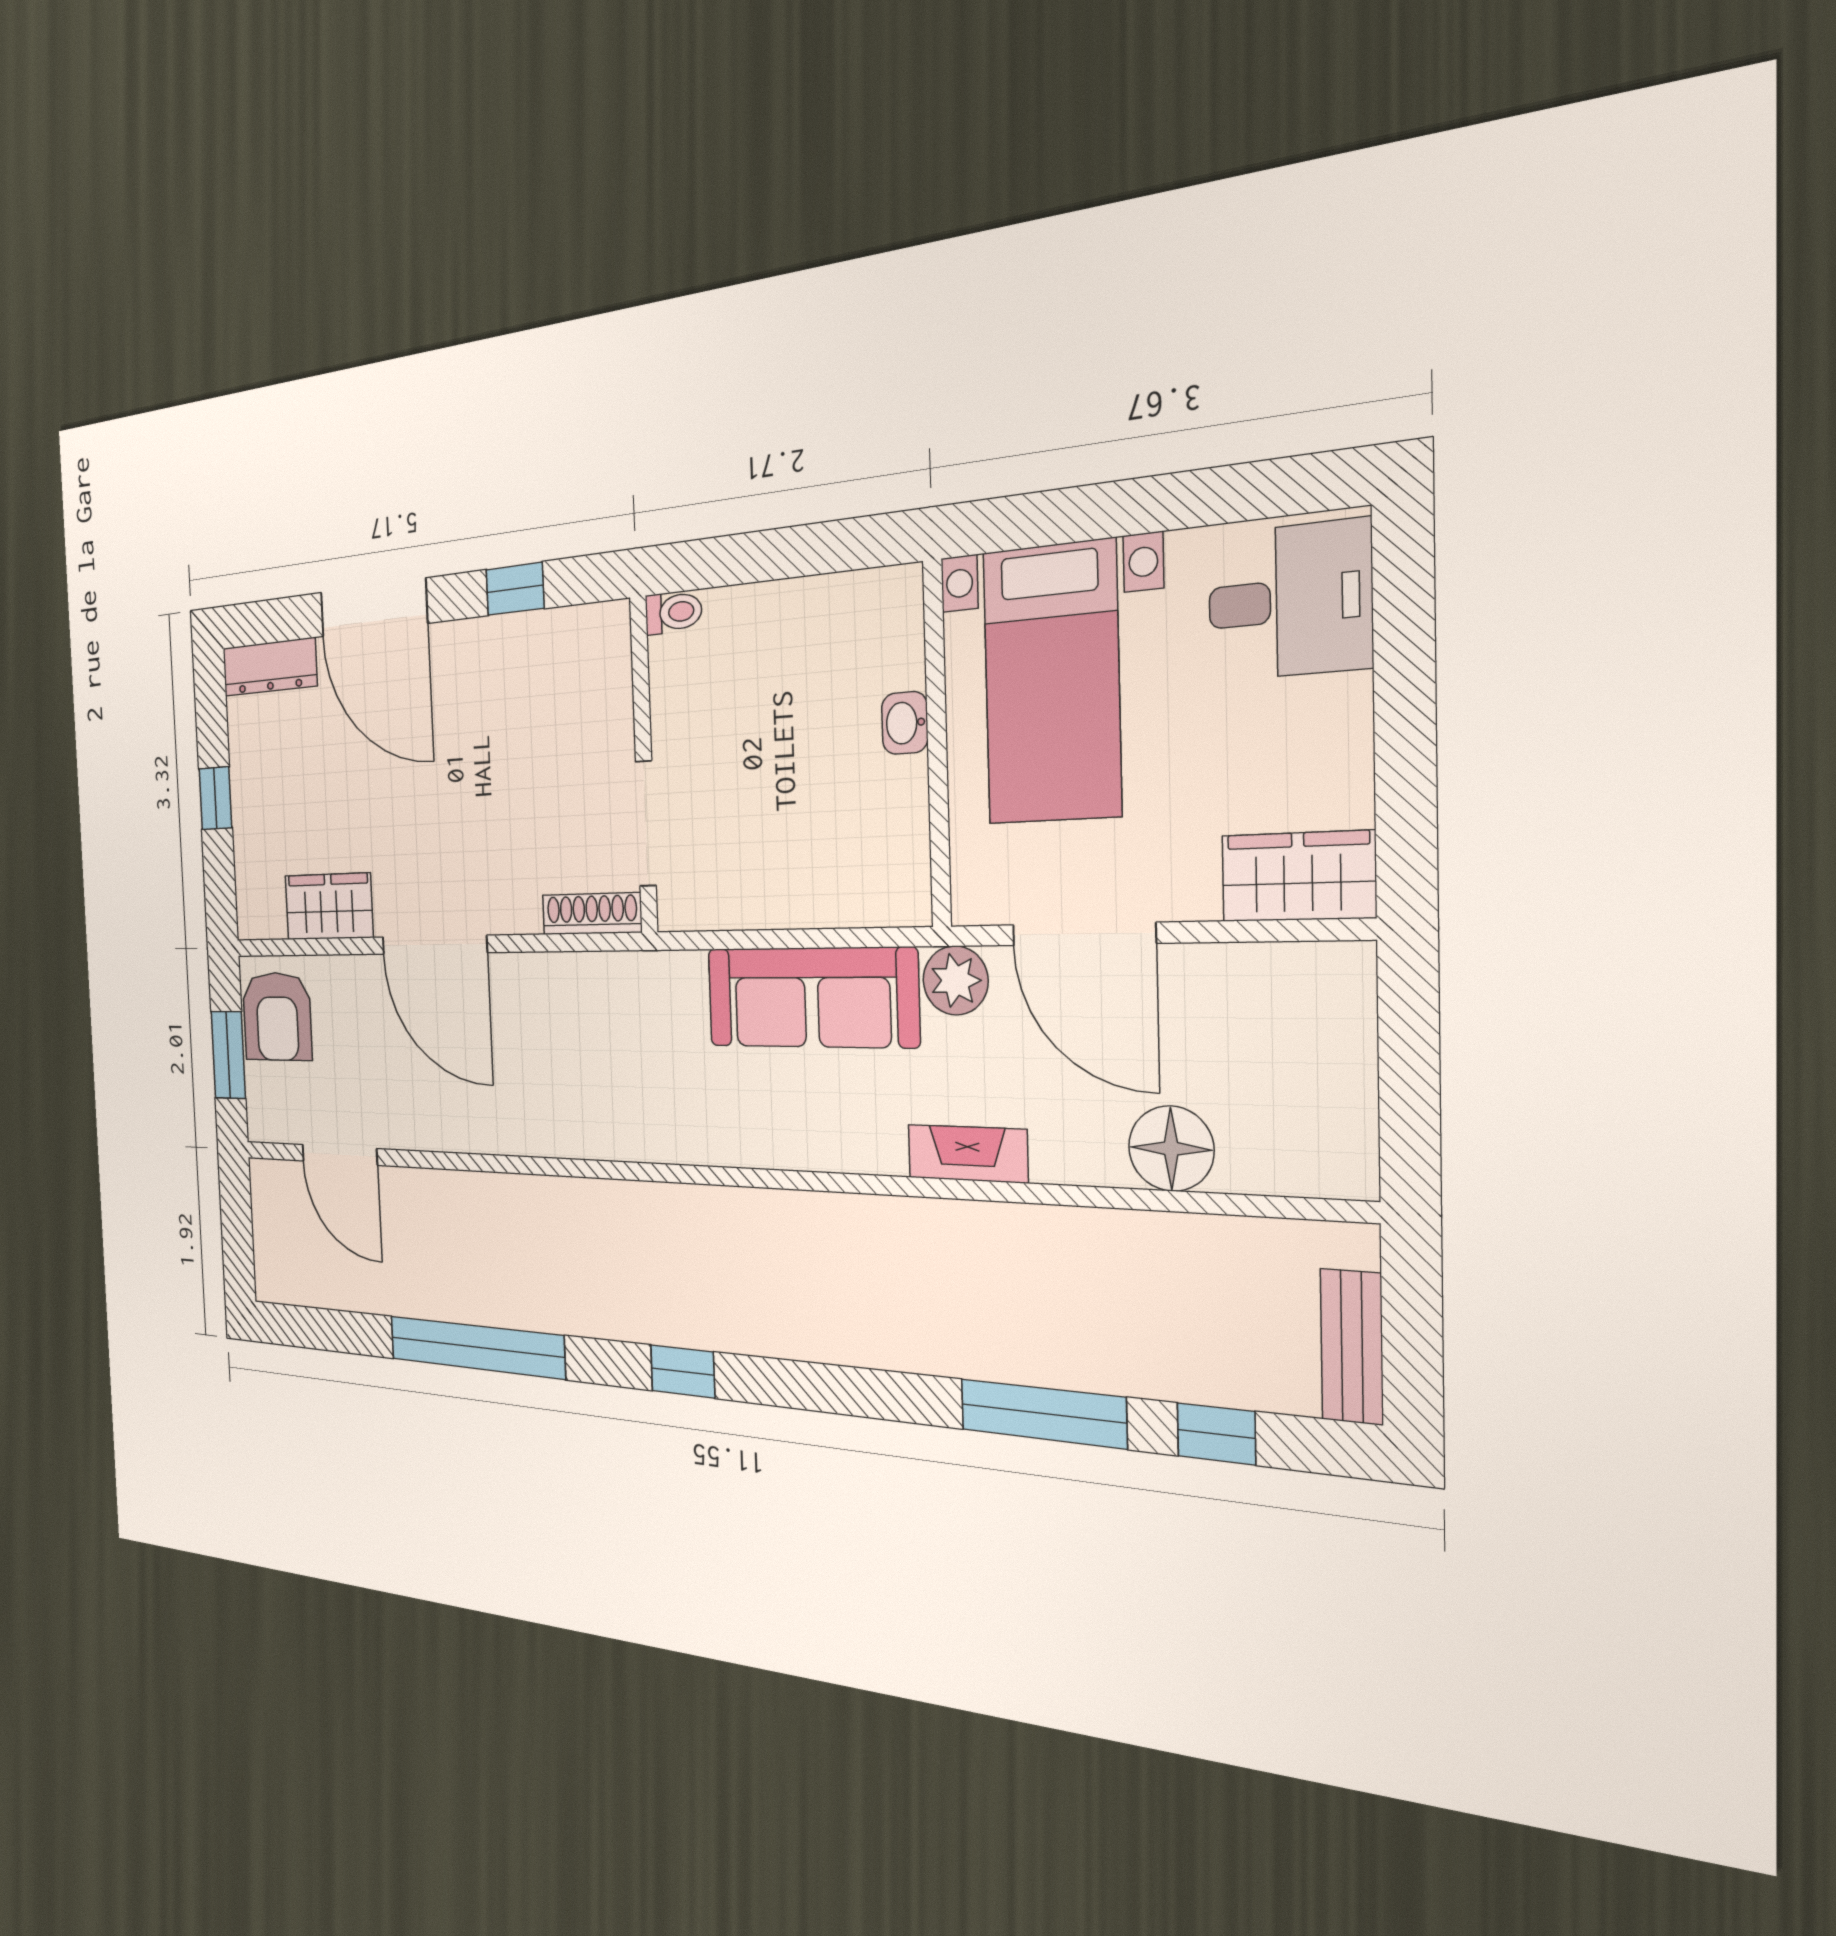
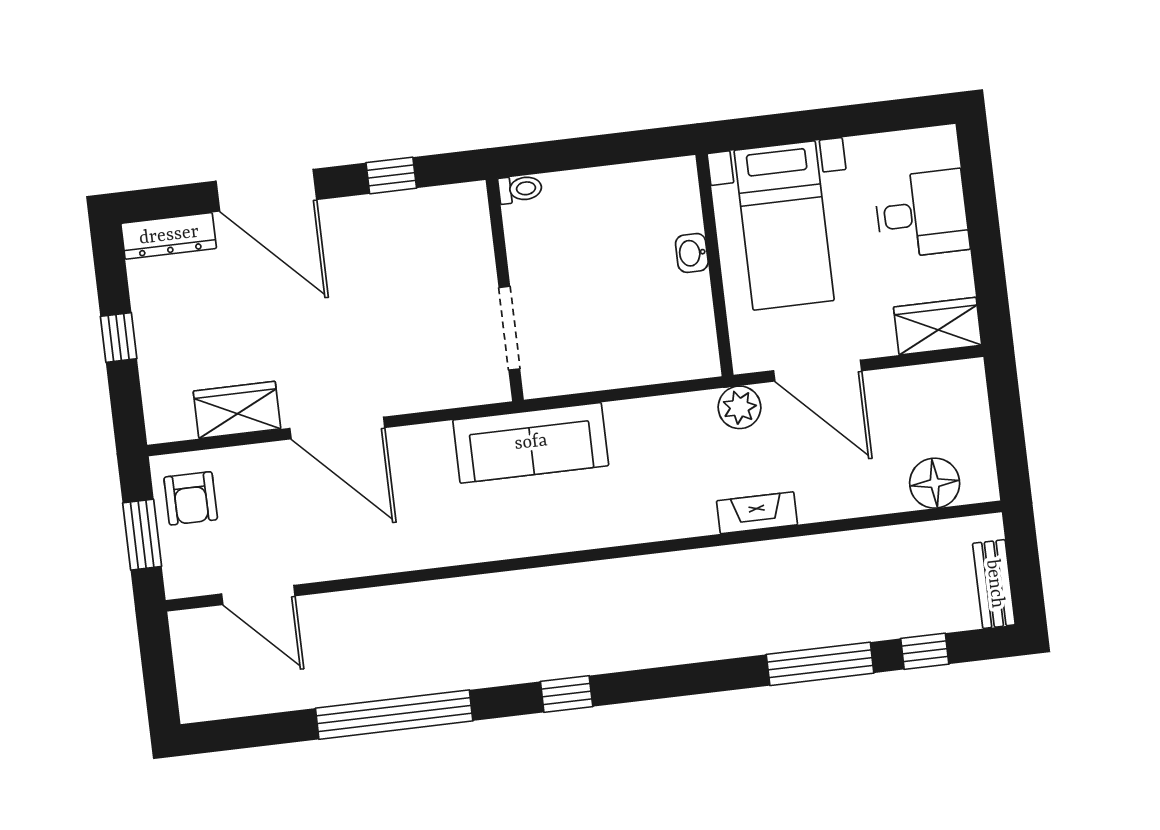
desk: (1290, 601) -> (922, 214), moved
shoe rack: (592, 914) -> (471, 392), removed
sofa: (811, 997) -> (531, 443), moved
armchair: (277, 1016) -> (191, 498), width x0.72, depth x0.72
floor lamp: (1171, 1149) -> (935, 483), moved

